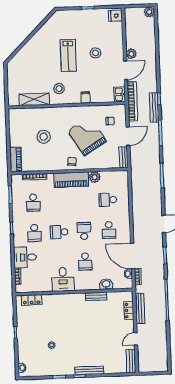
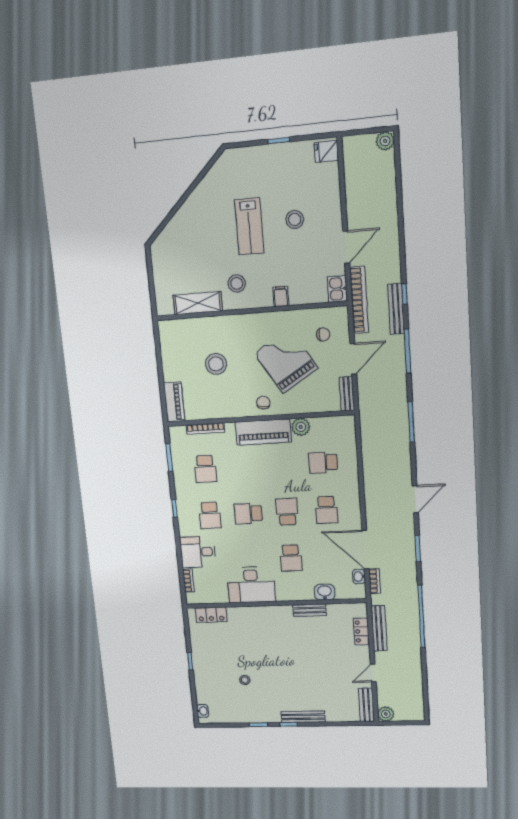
plant: (131, 54) -> (386, 714), moved
desk: (63, 279) -> (251, 585), width x1.37

